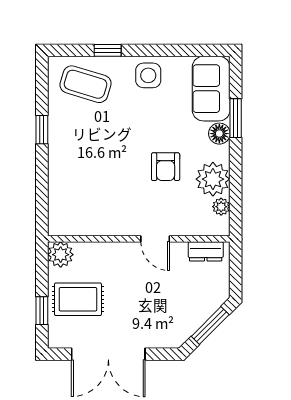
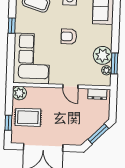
window: (236, 118) -> (114, 63), moved
floor lamp: (219, 134) -> (107, 31), removed
armchair: (166, 167) -> (69, 36), moved, turned 90
corner sofa: (81, 190) -> (32, 59), added

